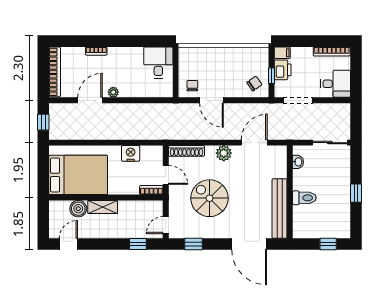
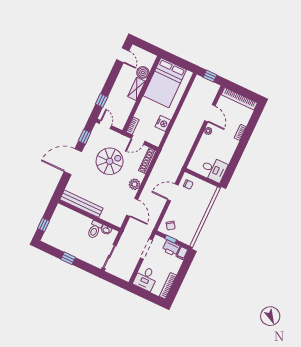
toilet: (304, 198) -> (95, 230), moved
door: (249, 244) -> (73, 162), moved

